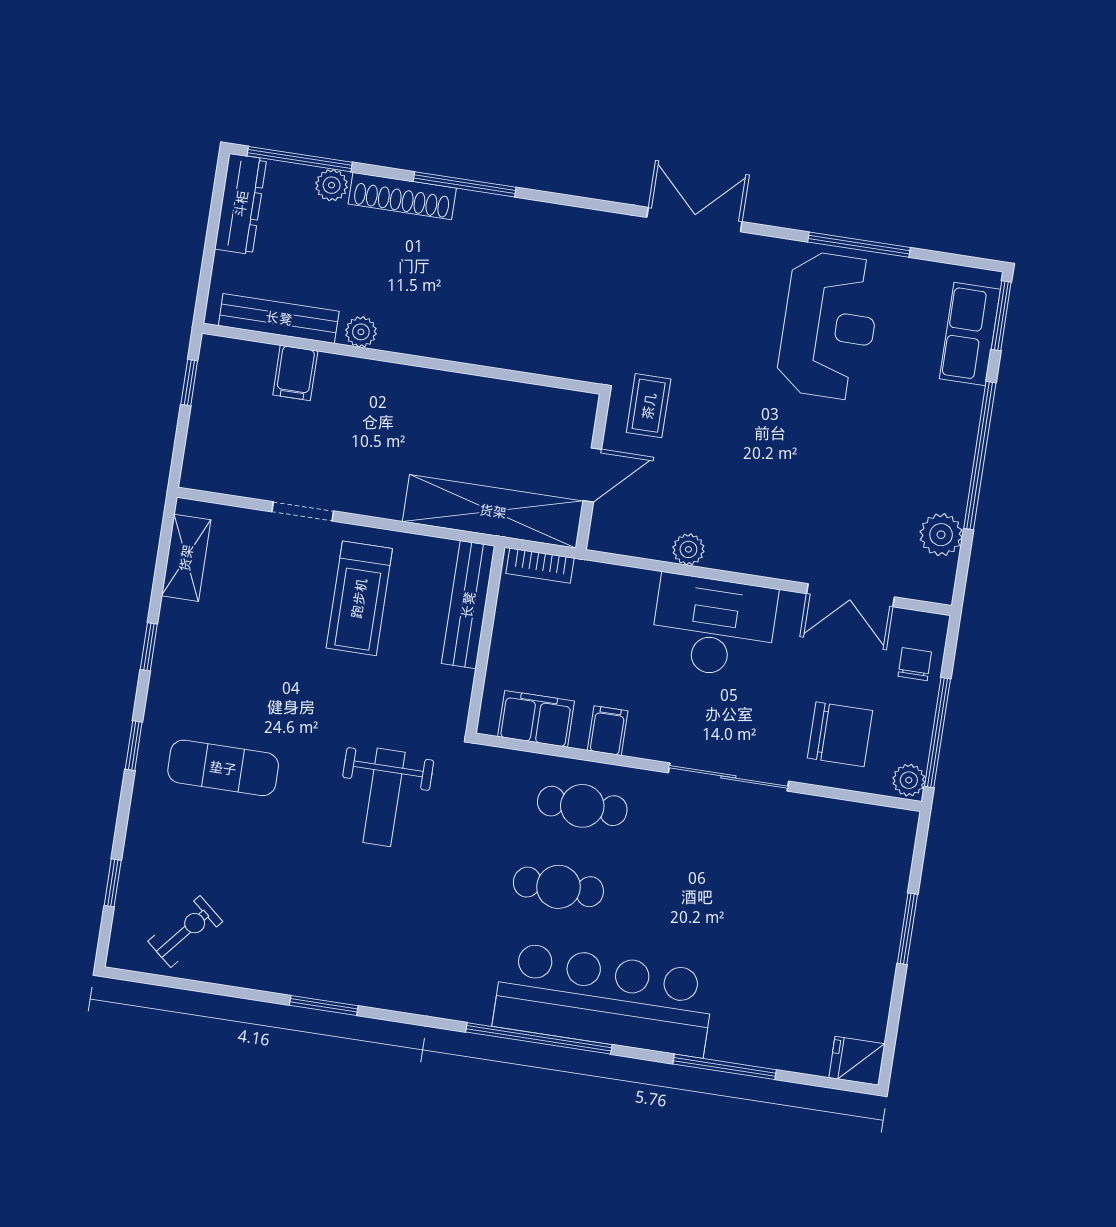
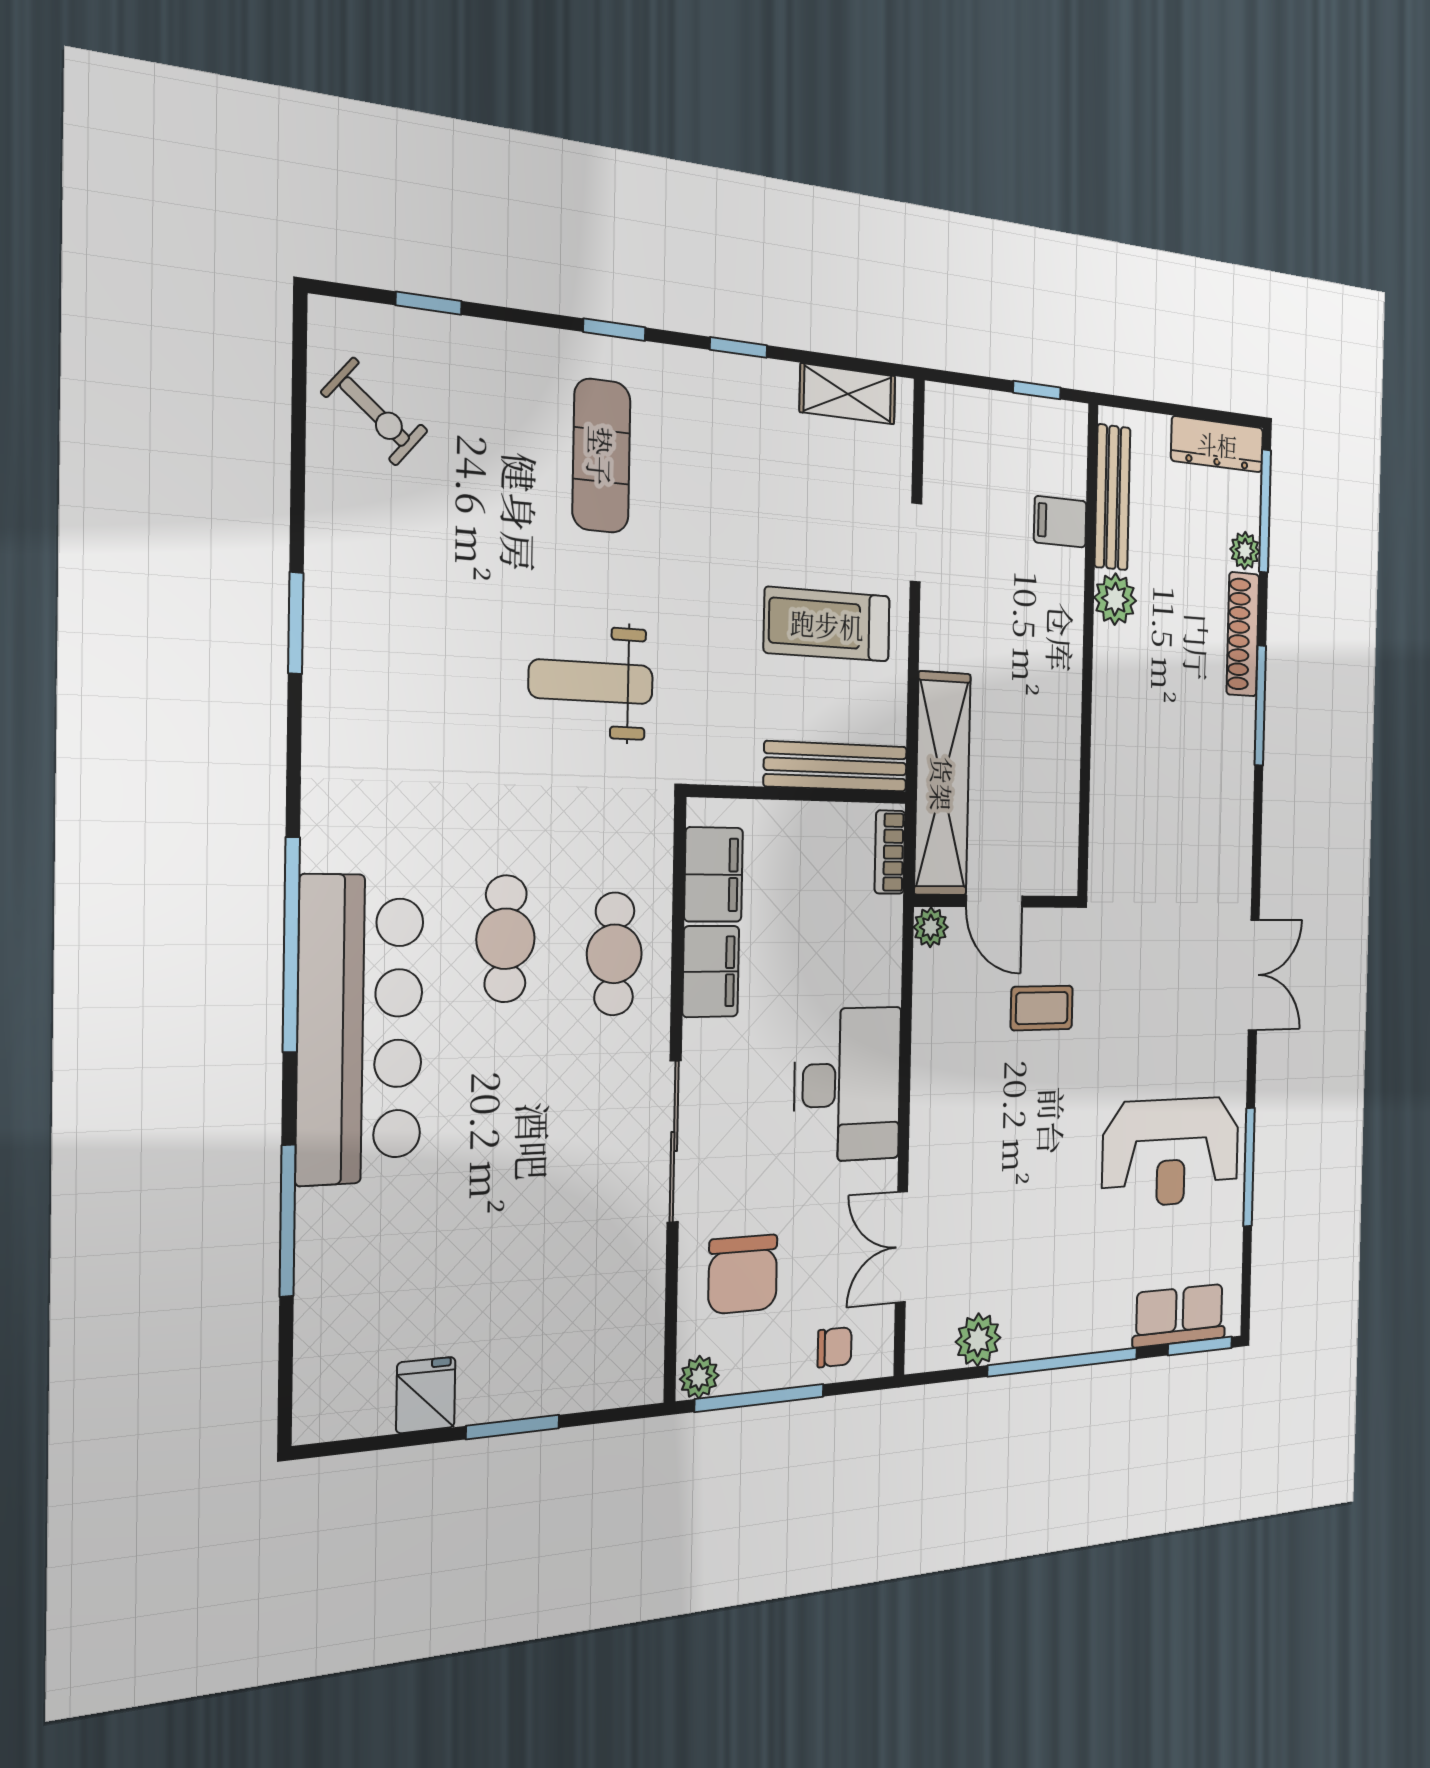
plant: (361, 332) -> (1115, 599), width x1.38, depth x1.38
coffee table: (649, 406) -> (1042, 1008), moved
plant: (688, 549) -> (931, 927), moved
filing cabinet: (608, 731) -> (711, 971), width x2.00
fridge: (857, 1061) -> (426, 1395), moved

